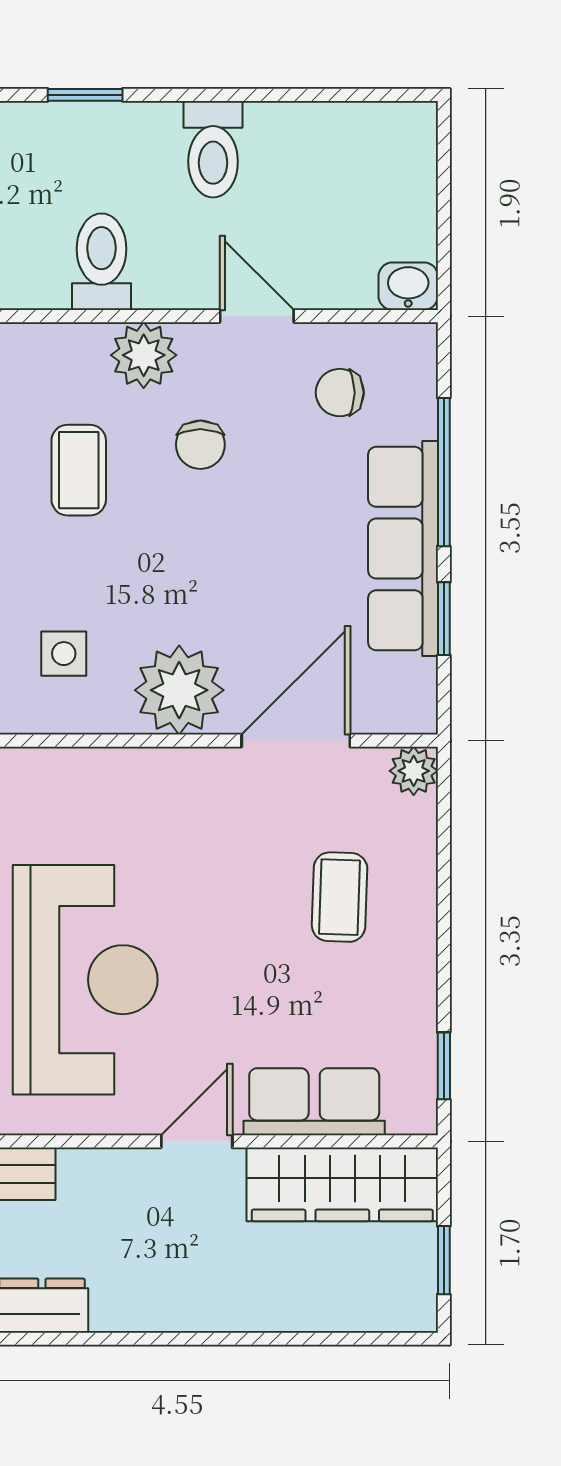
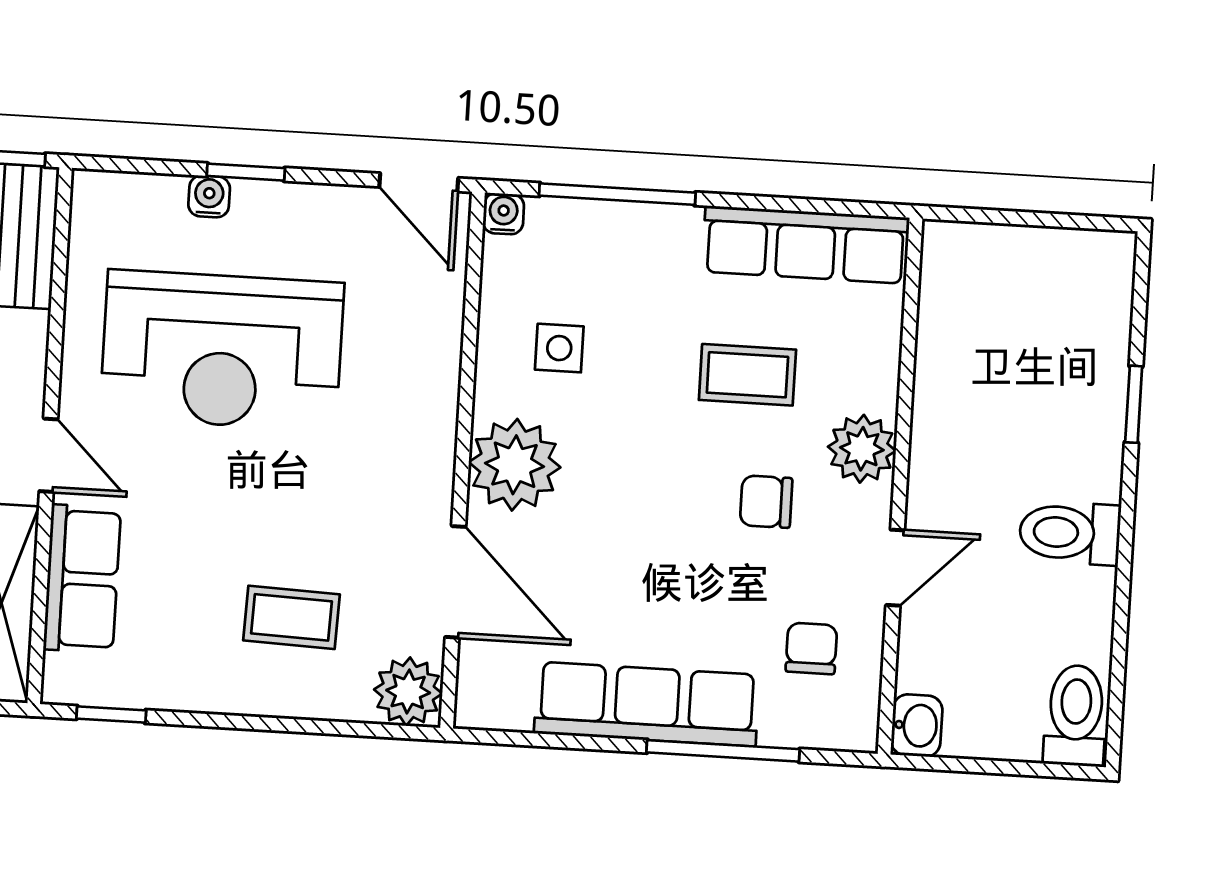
toilet: (102, 262) -> (1076, 715), moved, turned -90
window: (444, 619) -> (572, 742), removed
plant: (414, 771) -> (408, 692), width x1.38, depth x1.38

